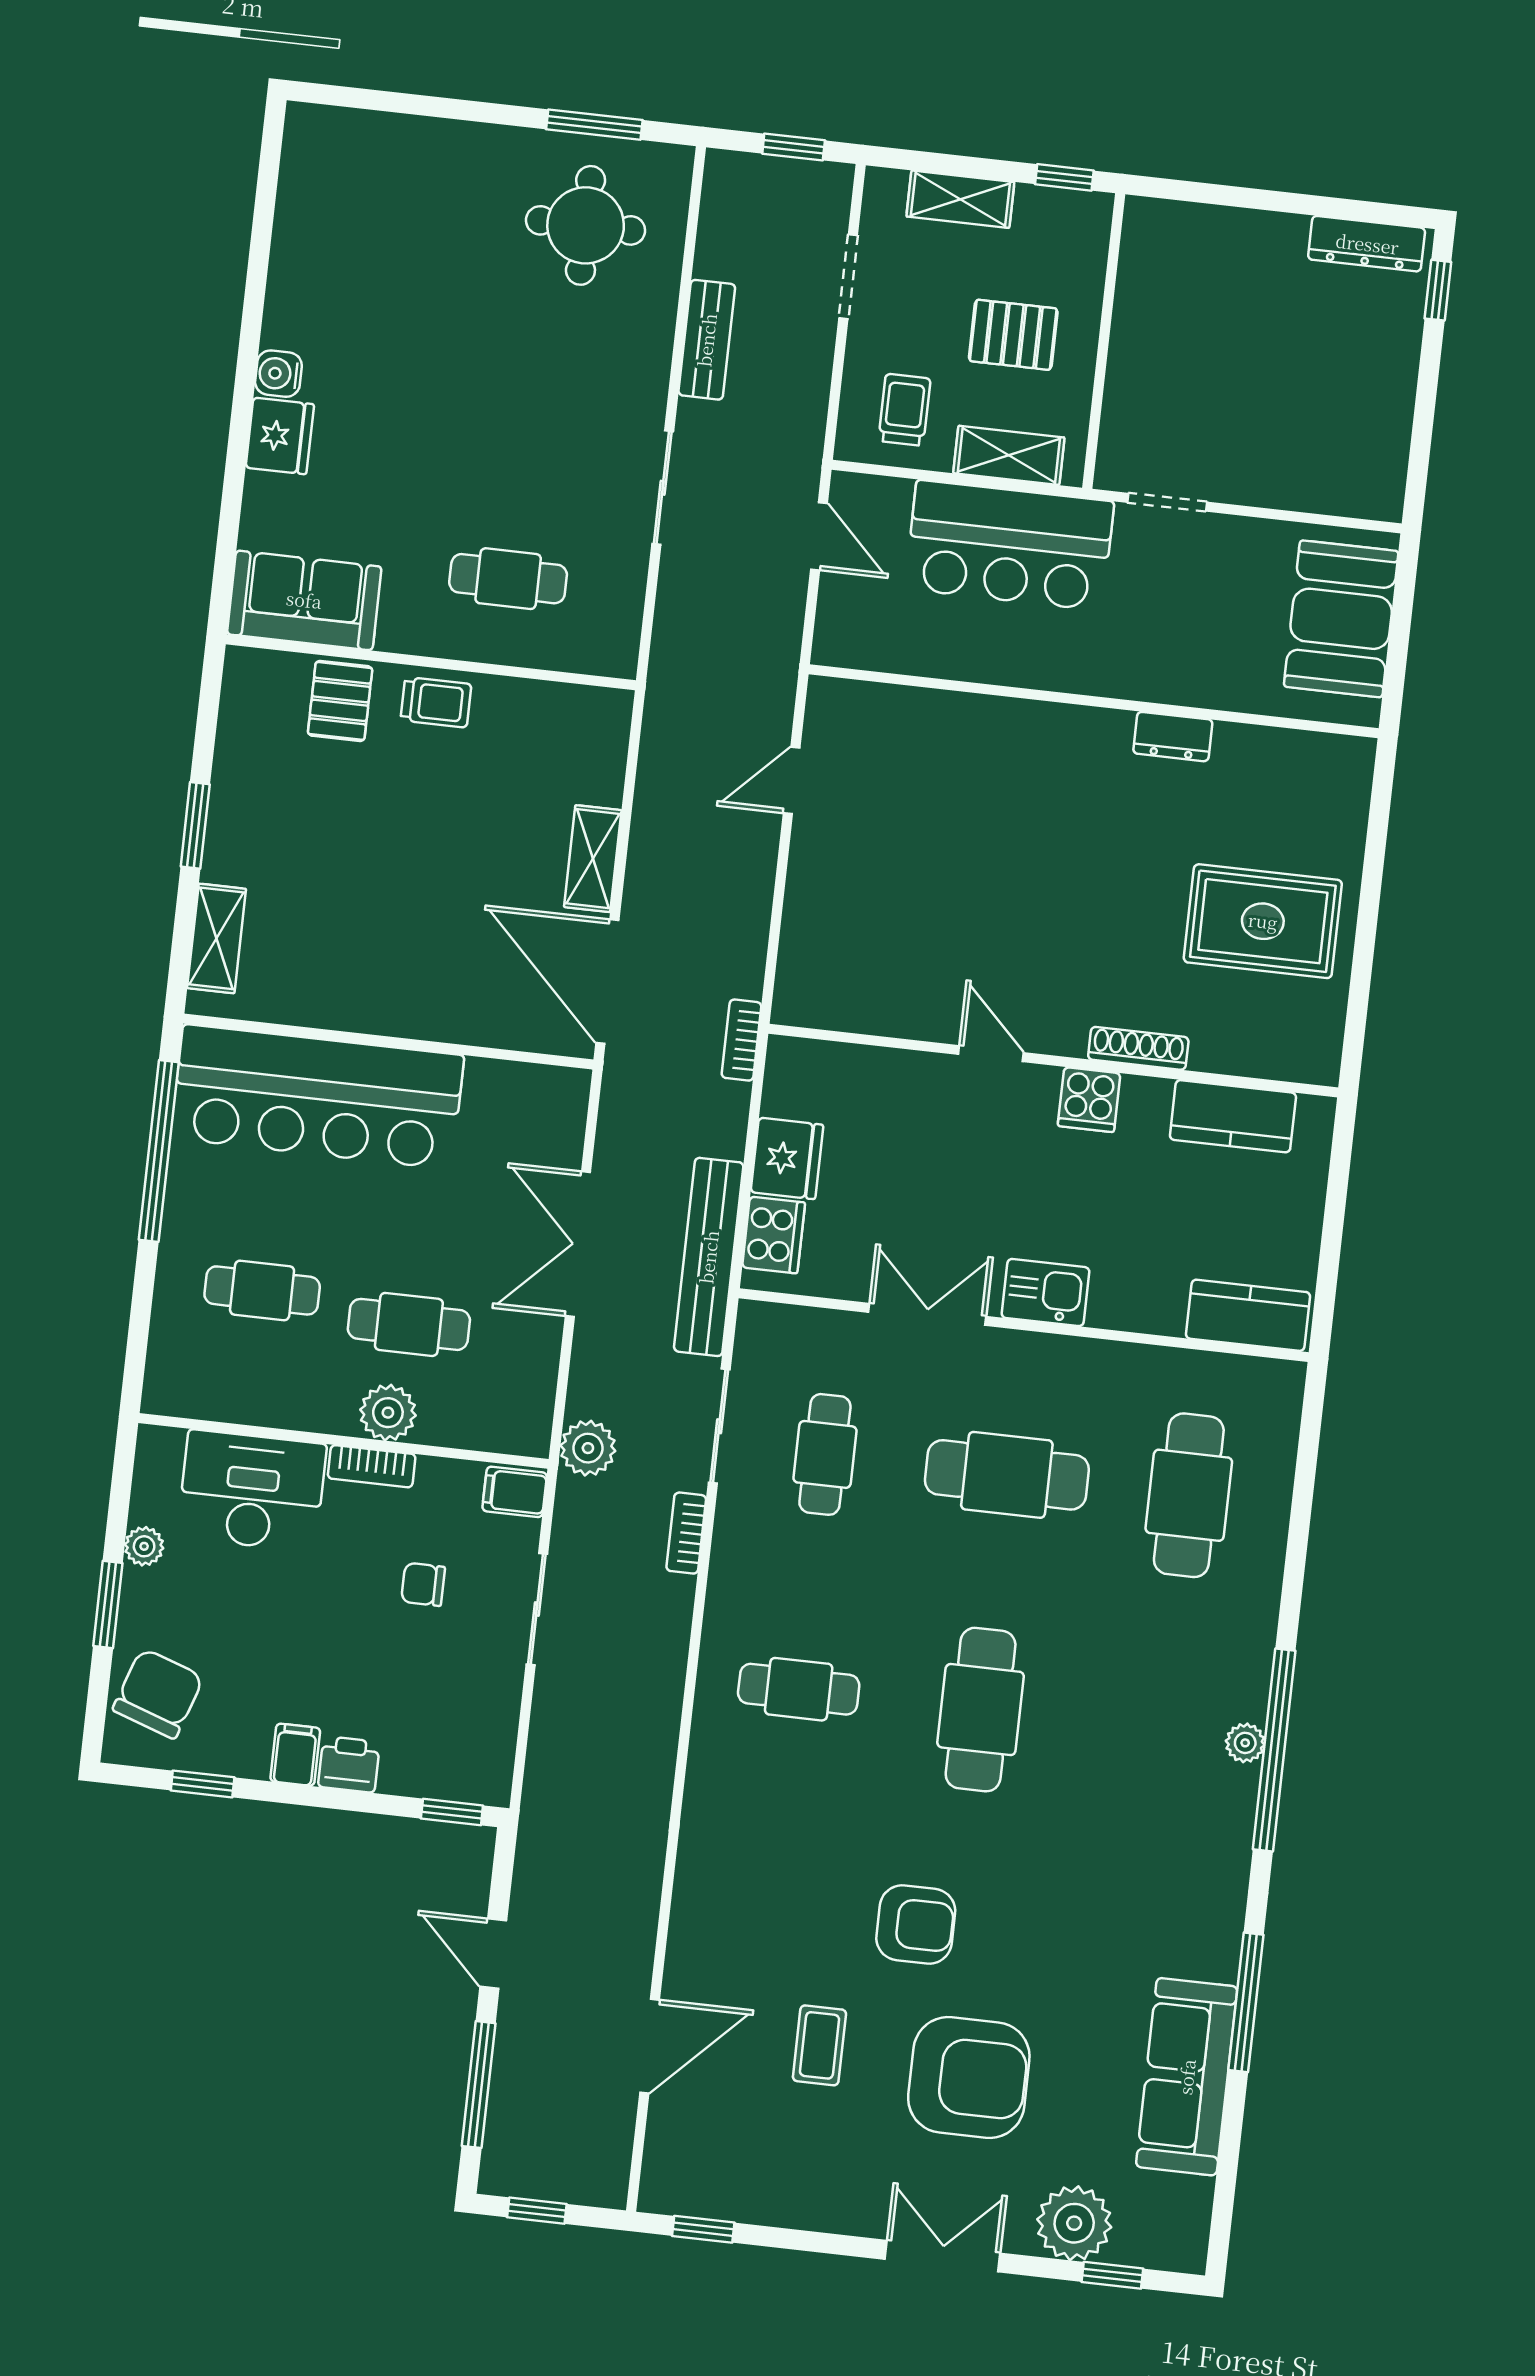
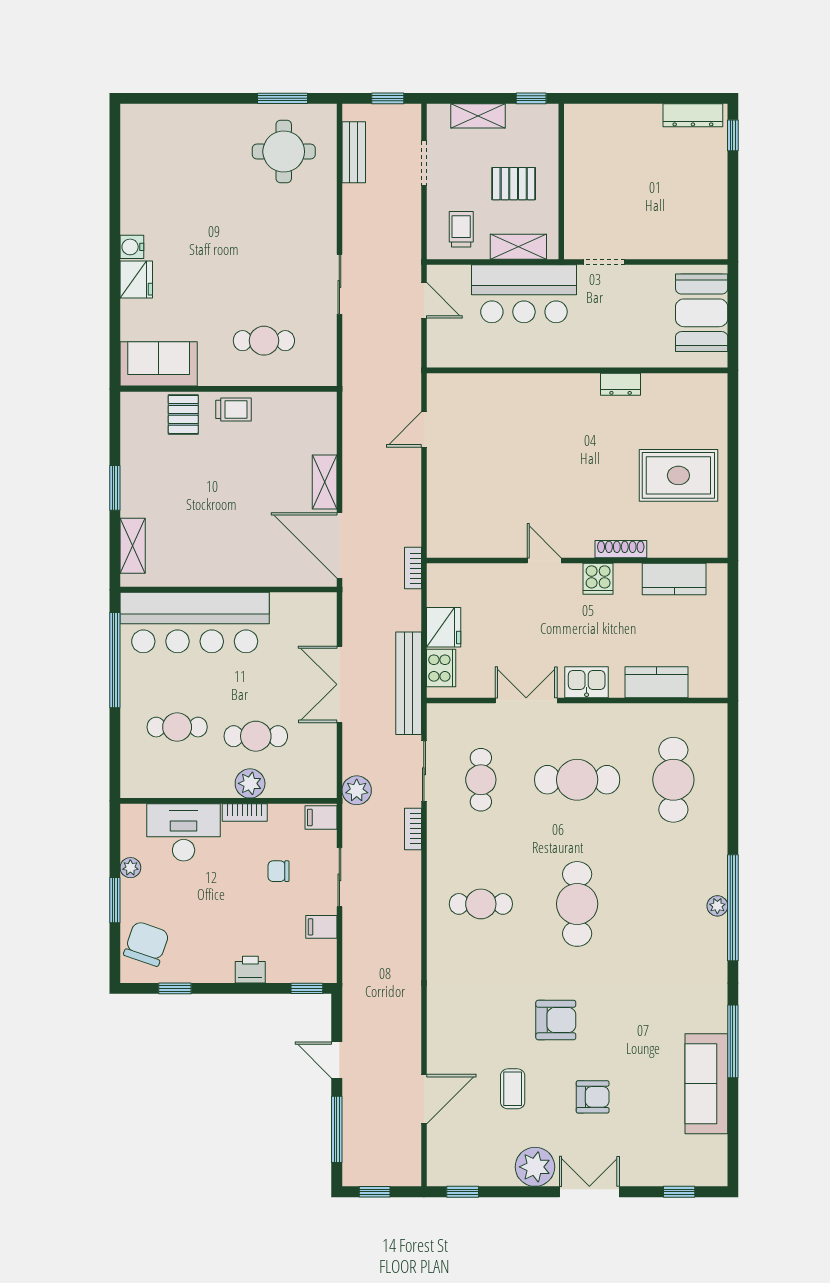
bench: (707, 340) -> (354, 152), moved
kitchen counter: (1248, 1315) -> (657, 682), moved
filing cabinet: (295, 1755) -> (321, 927), moved, turned -90
armchair: (969, 2077) -> (593, 1097), width x0.53, depth x0.53
plant: (1074, 2223) -> (535, 1167), moved

